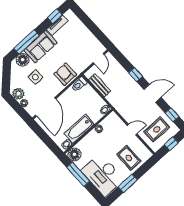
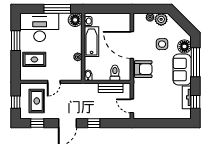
toilet: (79, 84) -> (115, 73), moved
door: (46, 107) -> (132, 45), moved

